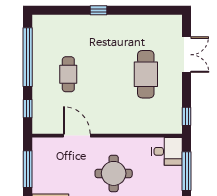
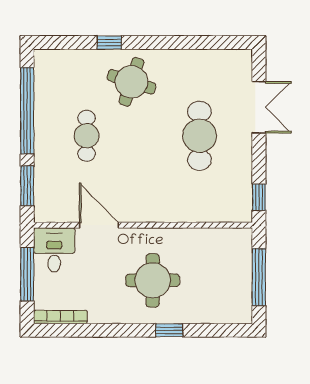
window: (98, 10) -> (109, 42), moved
round table: (99, 37) -> (131, 82), added
window: (28, 109) -> (27, 186), width x1.50
desk: (167, 151) -> (54, 250), moved, turned -90

